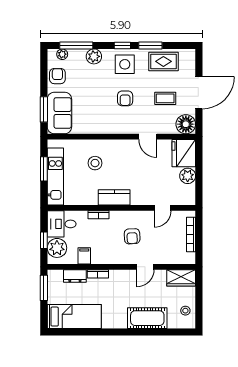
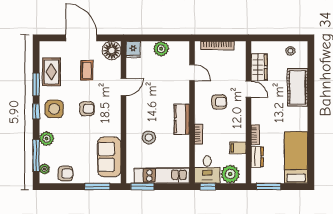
armchair: (57, 76) -> (65, 174), turned 180
sofa: (59, 113) -> (109, 157), moved, turned -90
fridge: (184, 153) -> (133, 50), width x0.53, depth x0.75
window: (44, 169) -> (142, 187), moved
window: (44, 240) -> (208, 187), moved
wardrobe: (181, 278) -> (259, 67), moved

